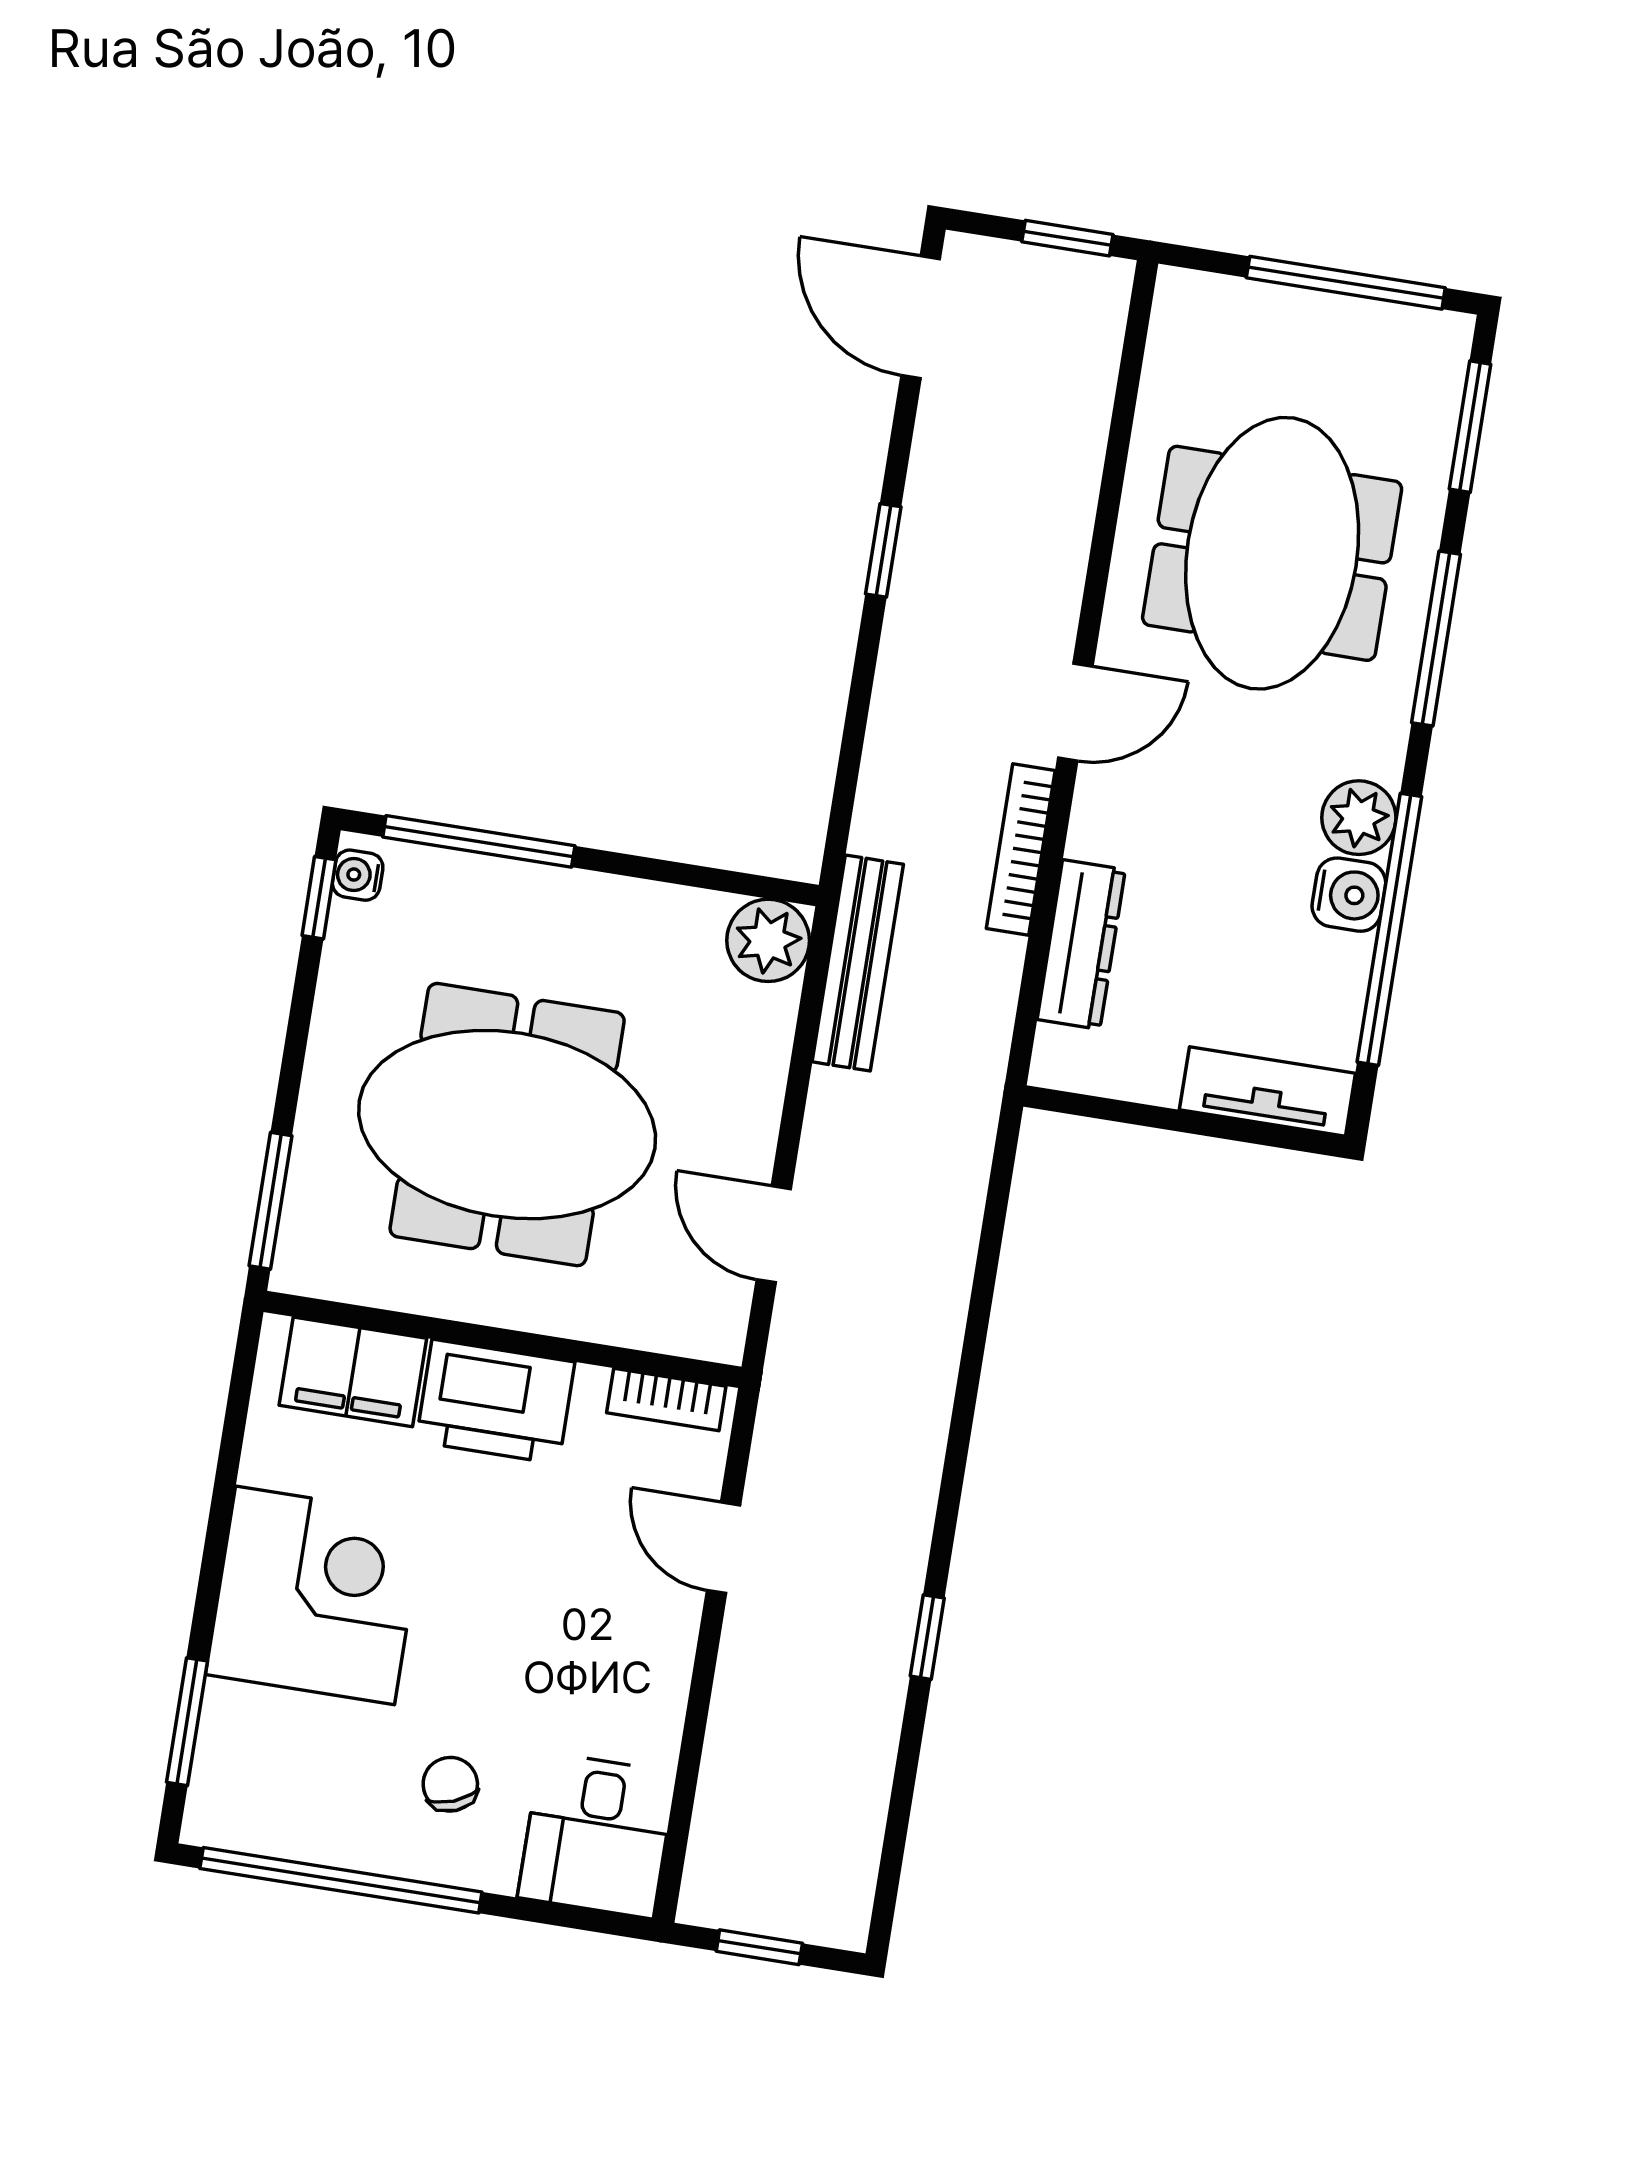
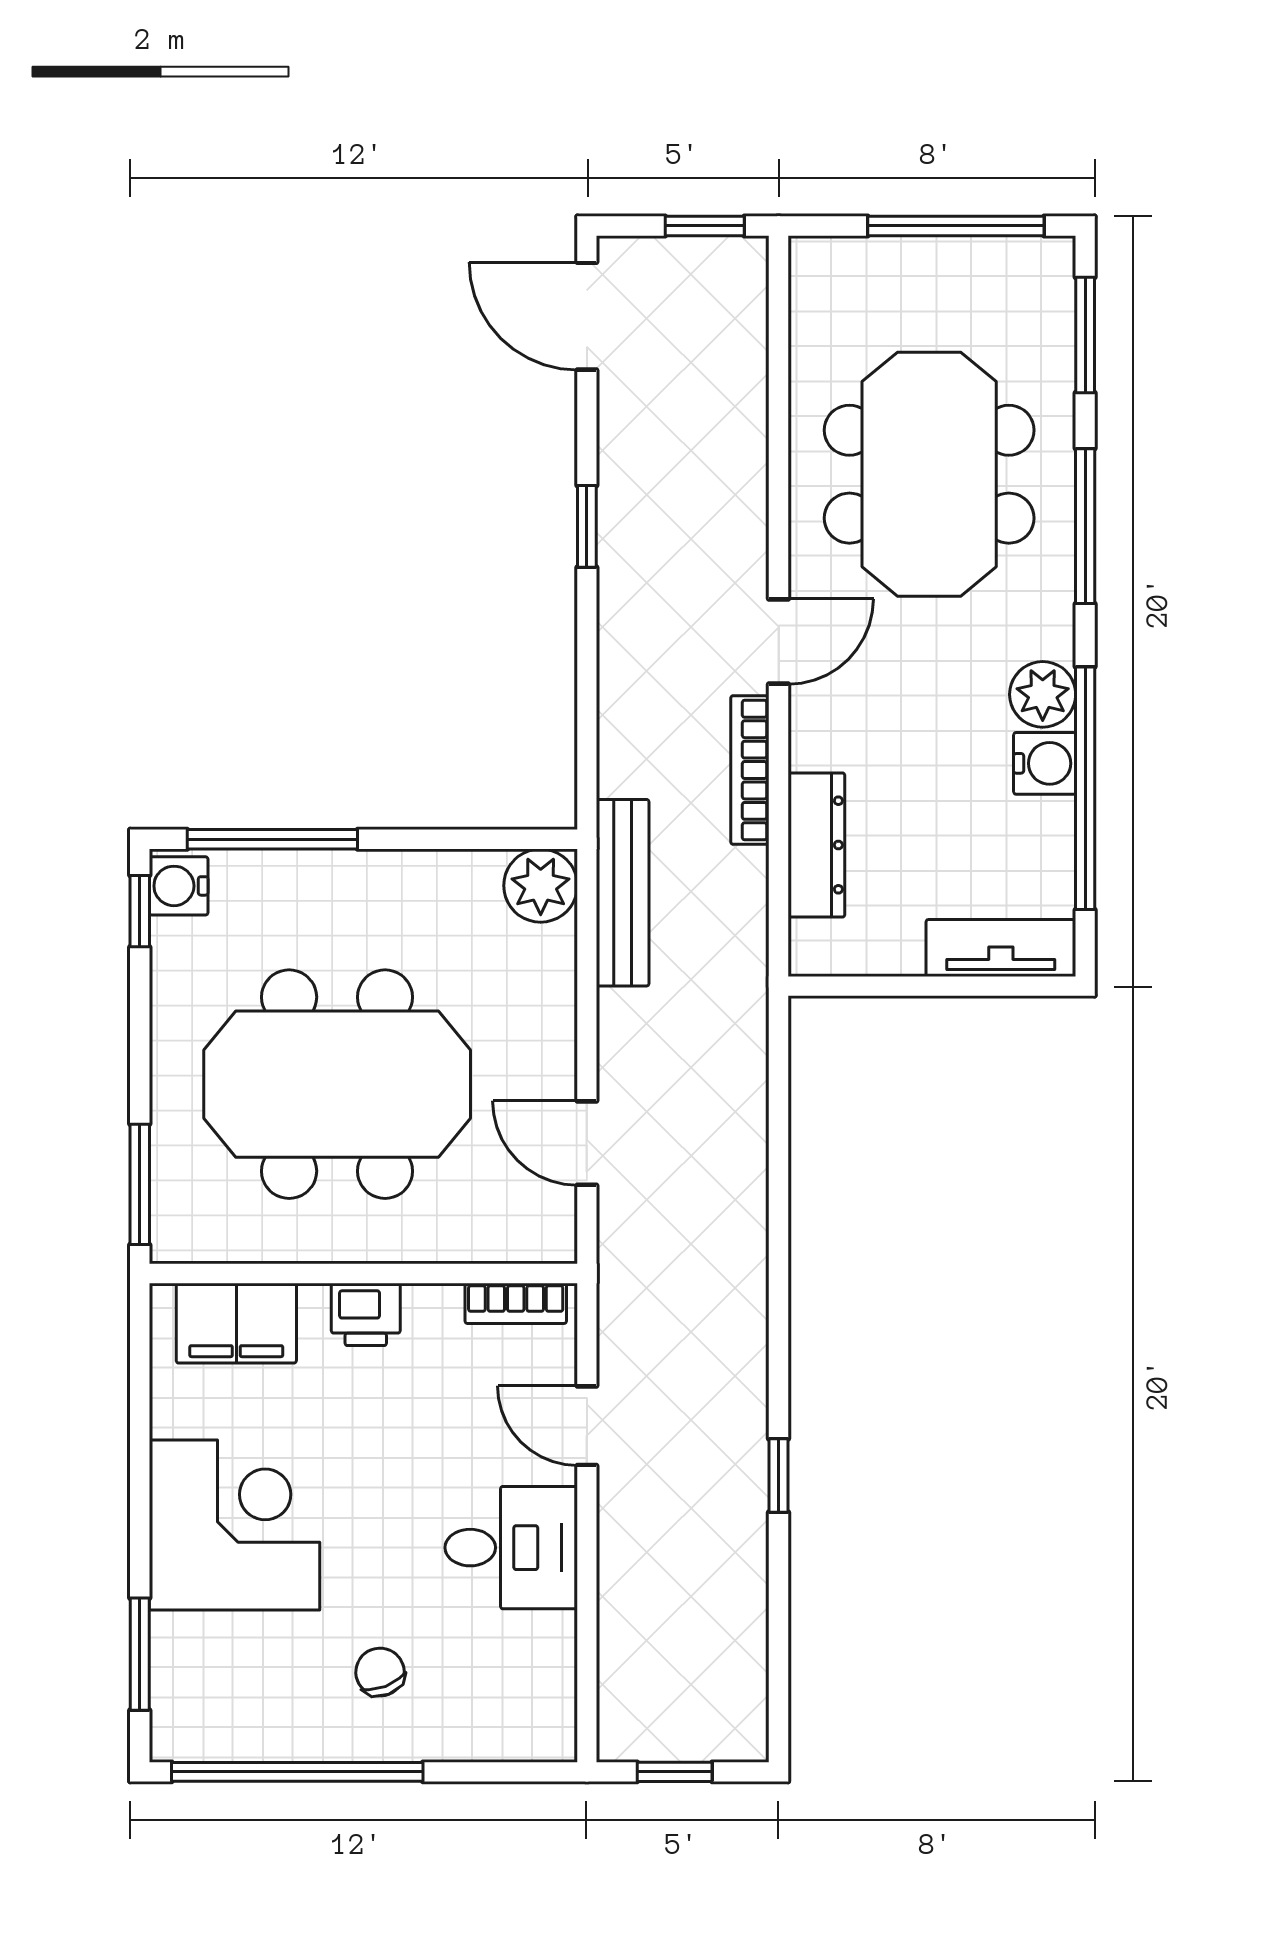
water cooler: (358, 875) -> (179, 886), width x1.38, depth x1.38
printer: (495, 1402) -> (366, 1314), width x0.53, depth x0.68
desk: (597, 1835) -> (511, 1548), moved, turned -90

